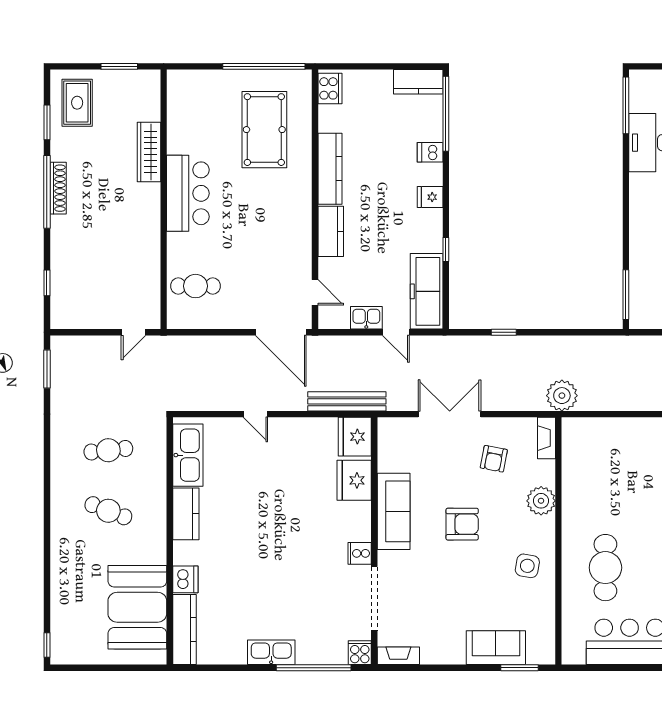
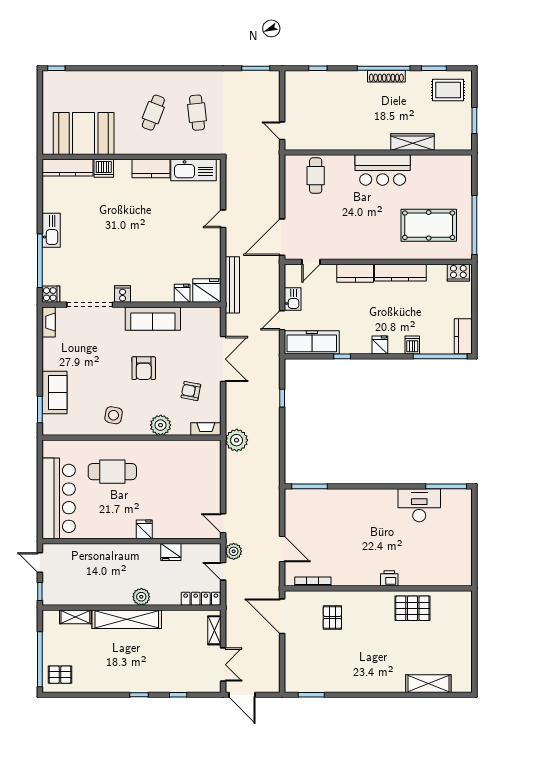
fridge: (354, 480) -> (182, 293), width x0.53, depth x0.75

